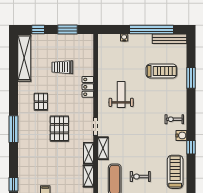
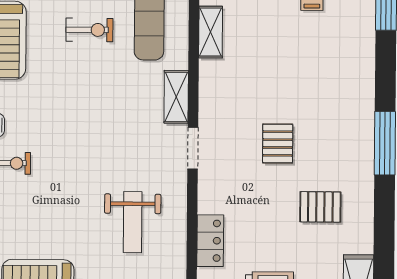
pallet: (41, 102) -> (320, 207), turned 90
pallet: (59, 129) -> (278, 144), width x0.67, depth x0.71
shelving: (89, 153) -> (210, 85), removed

